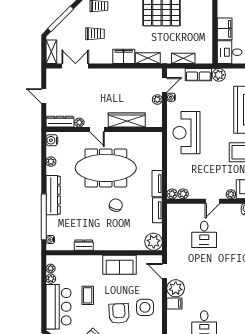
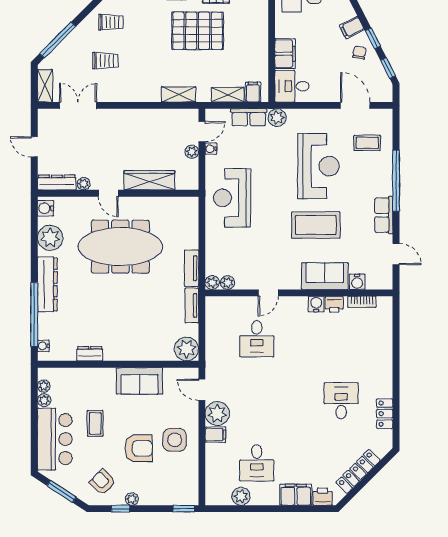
filing cabinet: (124, 56) -> (253, 92), moved, width x0.50
plant: (51, 162) -> (50, 238), width x1.88, depth x1.88
plant: (231, 194) -> (294, 283), removed
chair: (116, 205) -> (134, 298), removed
armchair: (119, 313) -> (139, 448), turned 93

